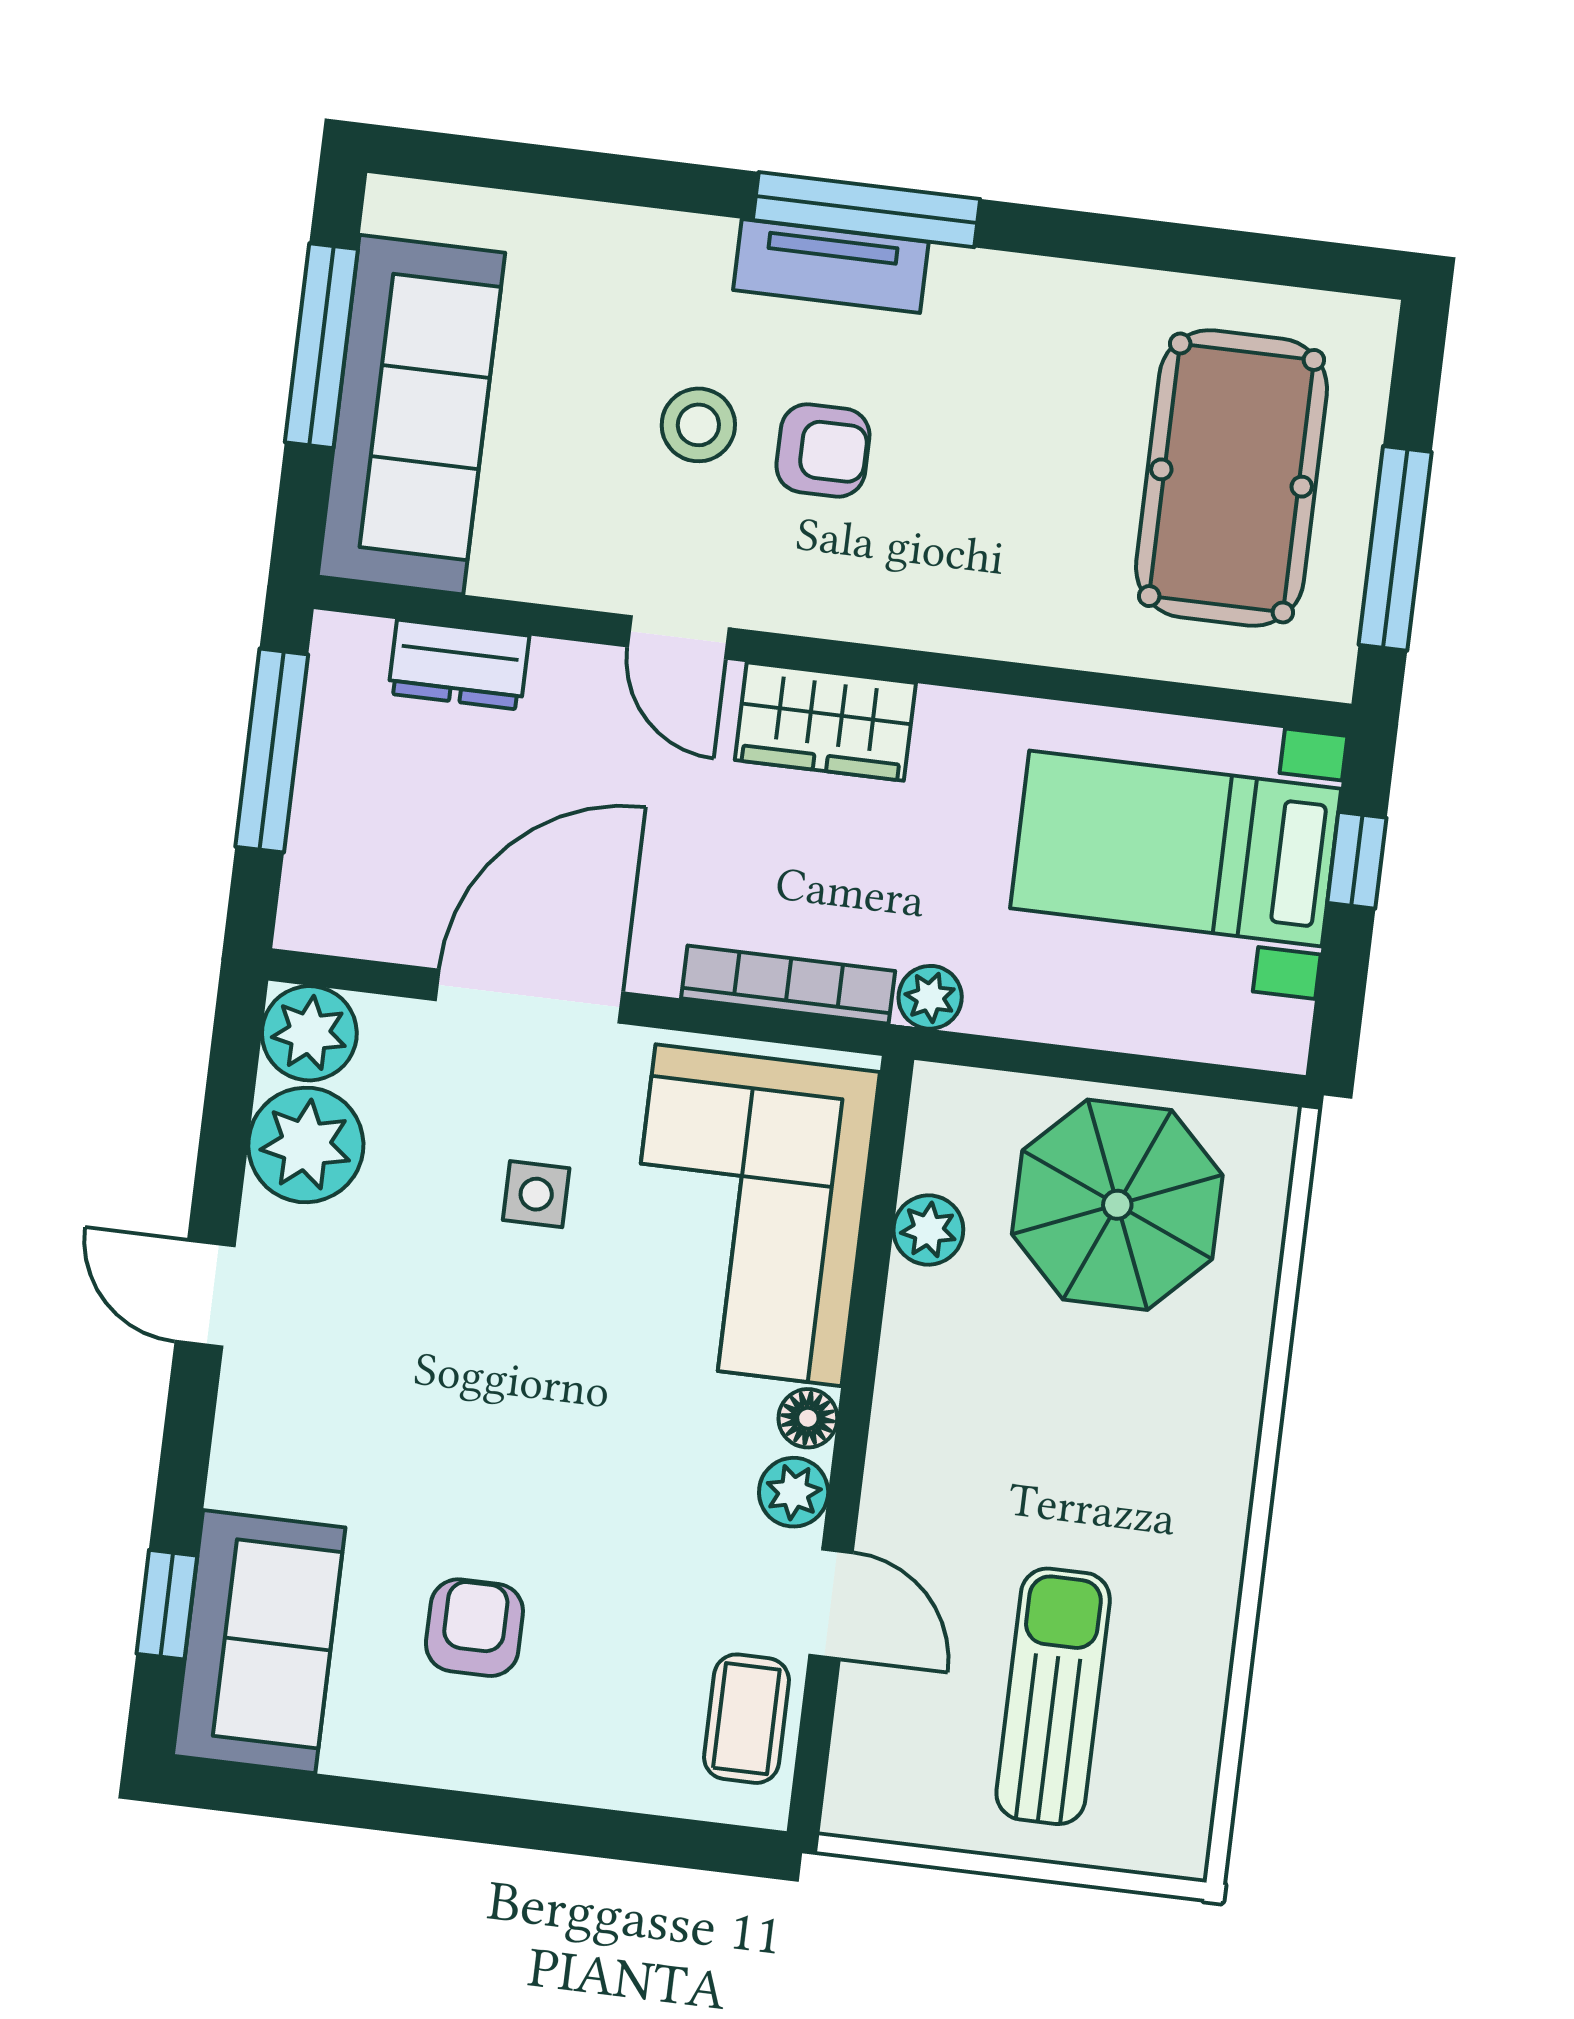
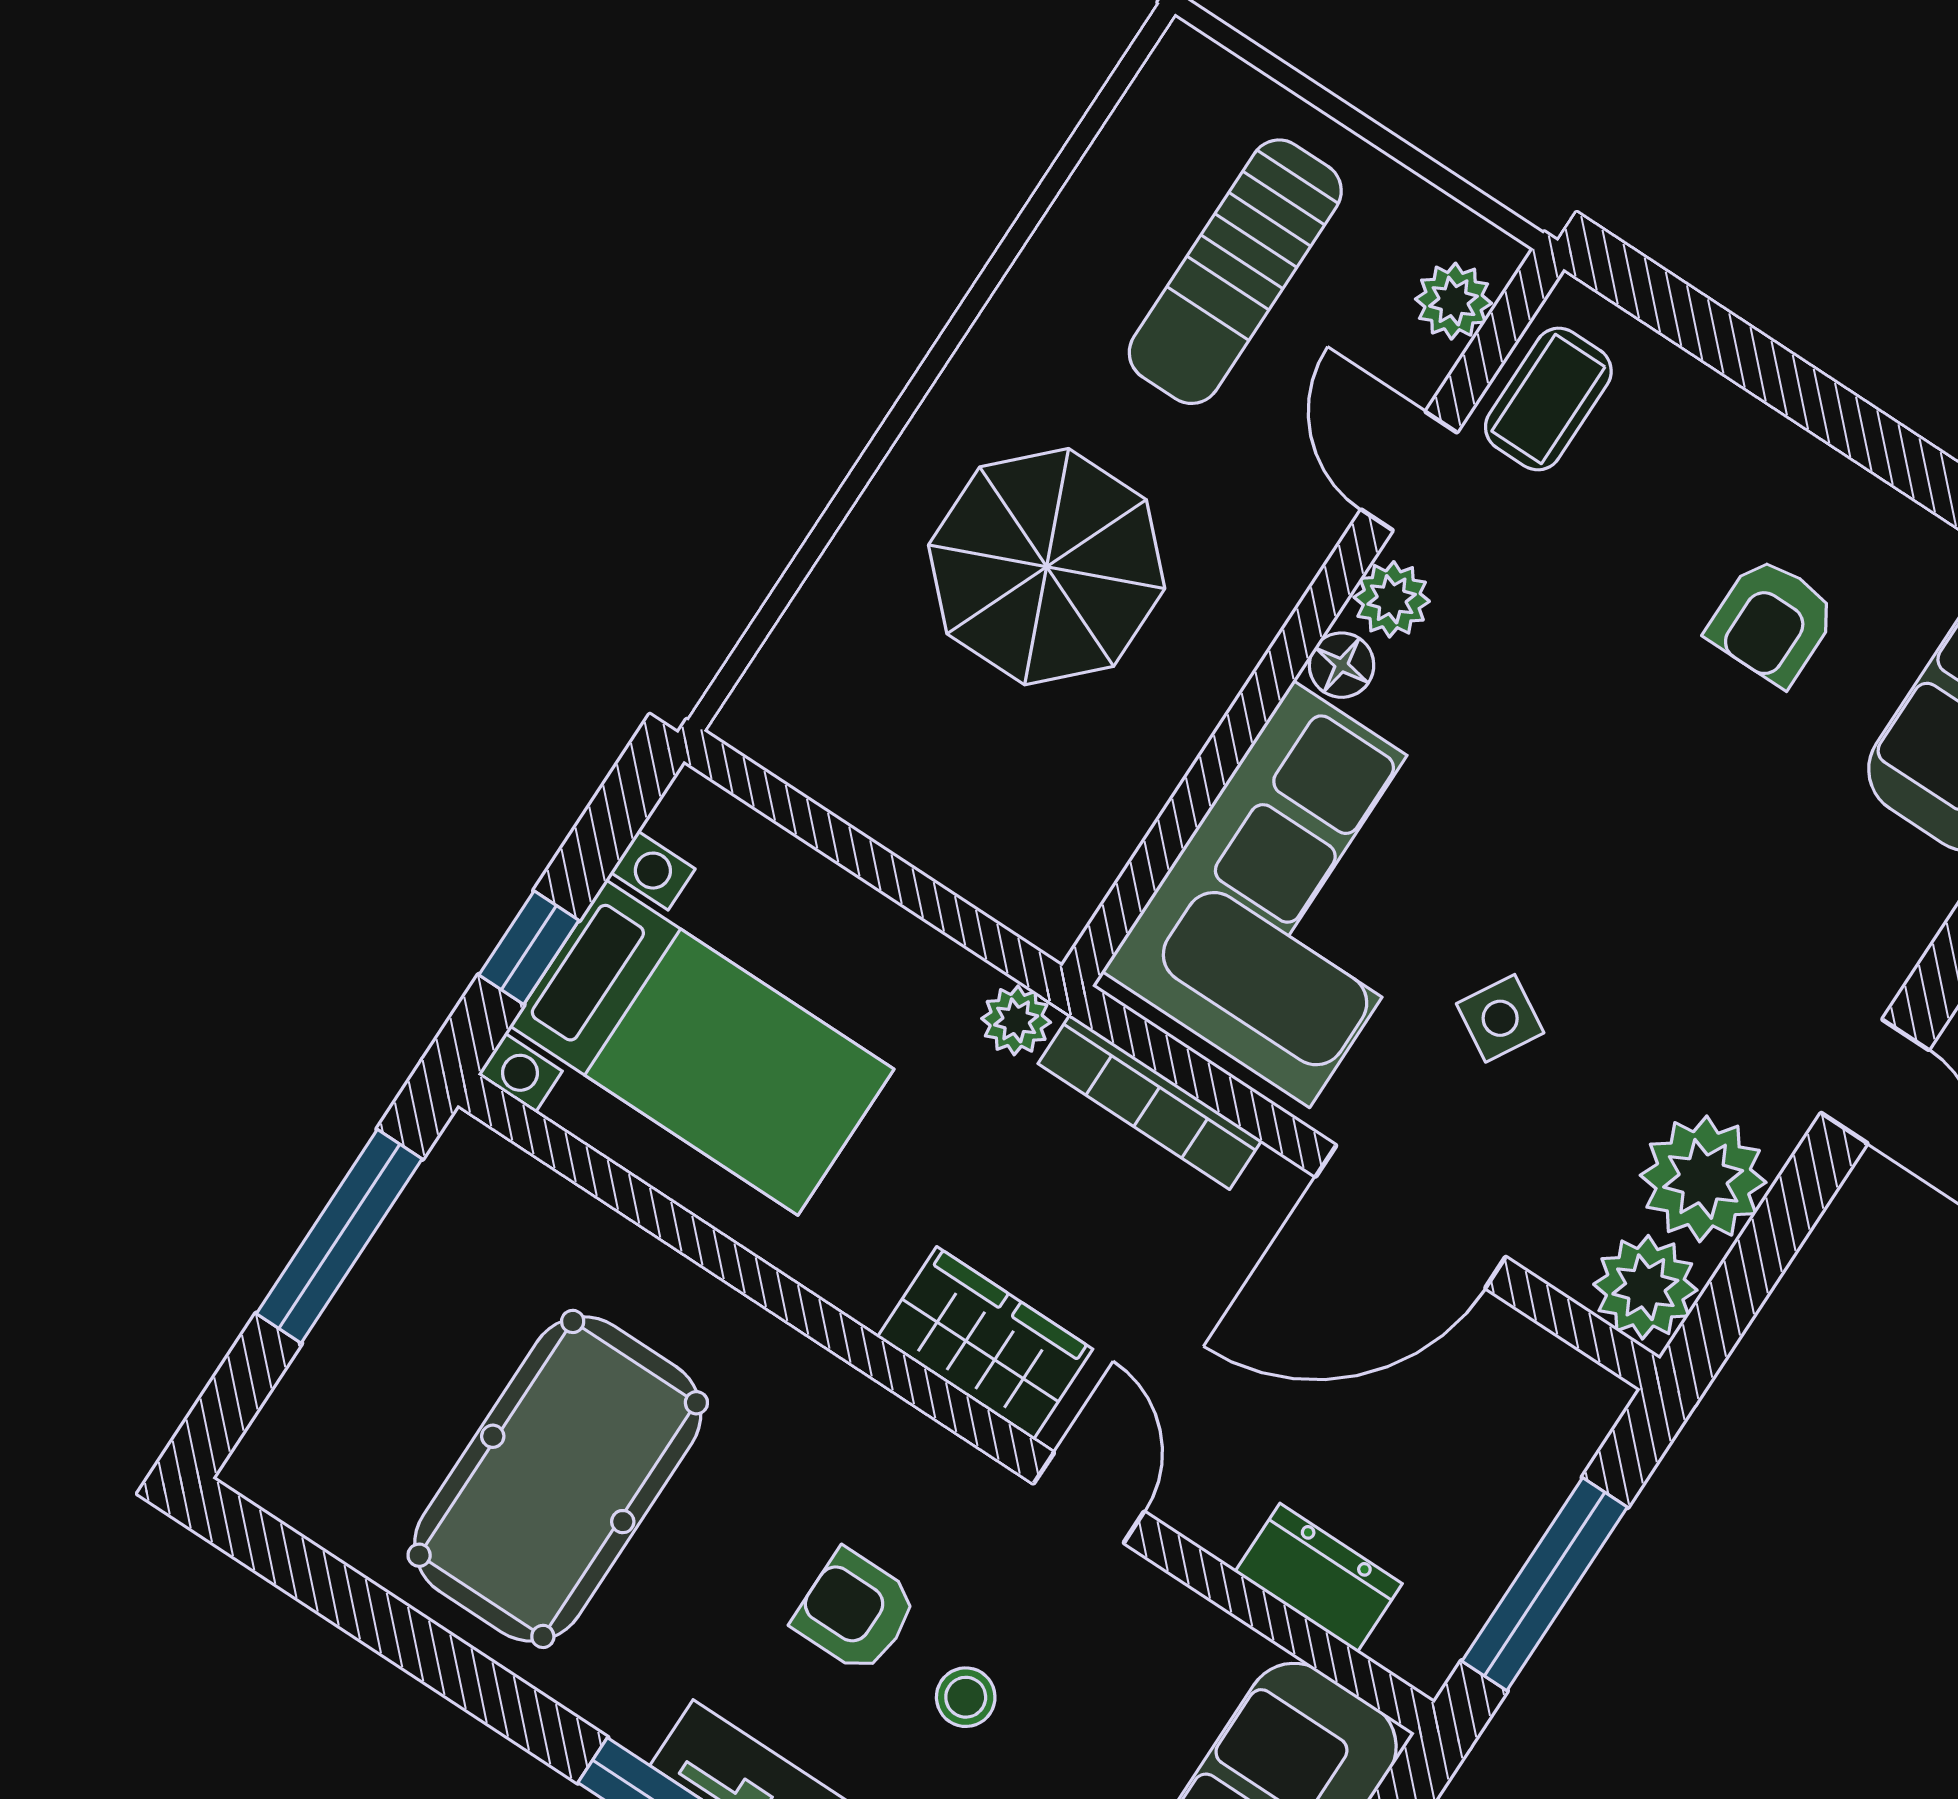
stool: (698, 425) -> (966, 1697), width x0.73, depth x0.73
pool table: (1232, 478) -> (558, 1479), moved
side table: (536, 1194) -> (1500, 1018), turned 30
parasol: (1117, 1205) -> (1047, 567), moved
plant: (928, 1230) -> (1453, 301), moved

